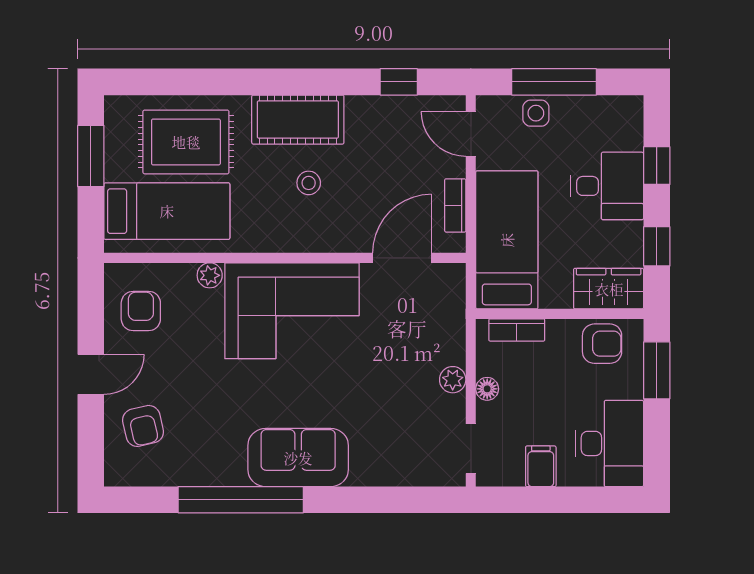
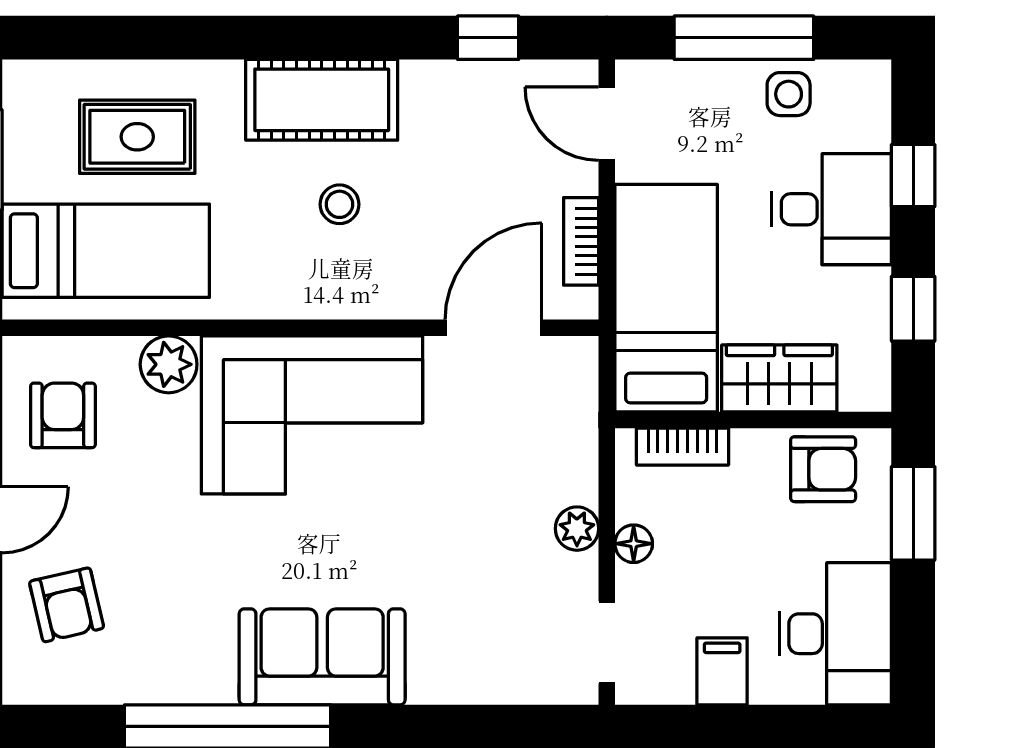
side table: (536, 113) -> (789, 94), moved
rug: (186, 142) -> (137, 137), width x0.73, depth x0.70
plant: (210, 275) -> (169, 364), width x1.38, depth x1.38
wardrobe: (609, 289) -> (779, 378), moved

